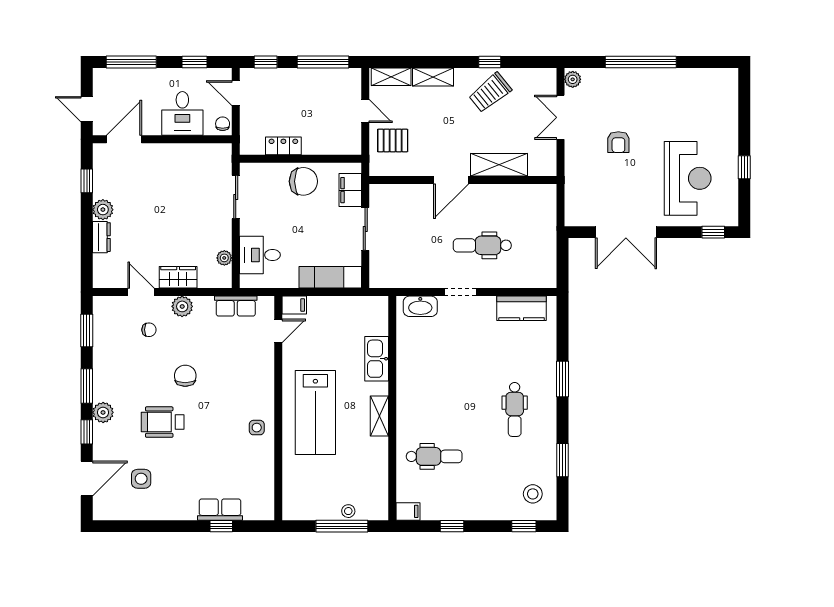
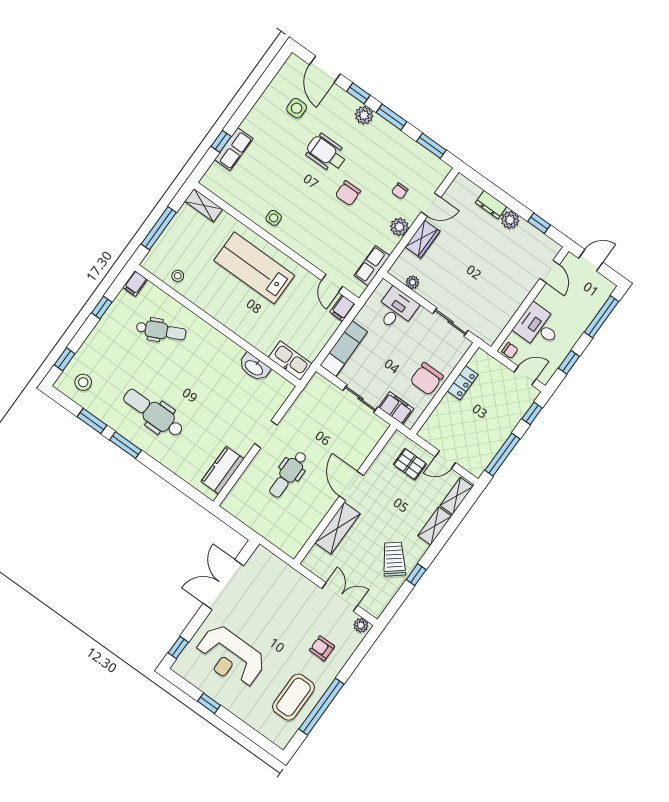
window: (641, 62) -> (321, 707), moved
coffee table: (683, 94) -> (294, 697), added
door: (124, 139) -> (550, 271), width x0.73
pallet: (393, 140) -> (410, 464), turned 90
armchair: (618, 142) -> (322, 648), moved
dental chair: (482, 245) -> (288, 474), turned 180
washbasin: (420, 306) -> (254, 367), moved, turned -90
kitchen sink: (377, 359) -> (290, 361), moved
chair: (185, 376) -> (348, 193), turned 89
window: (562, 379) -> (126, 445), moved
dental chair: (515, 409) -> (153, 413), width x1.36, depth x1.38
shelving: (379, 416) -> (204, 205), moved
wheelchair: (163, 422) -> (326, 153), turned -90
dental chair: (434, 456) -> (161, 331), turned -116
stool: (348, 511) -> (178, 276), moved

